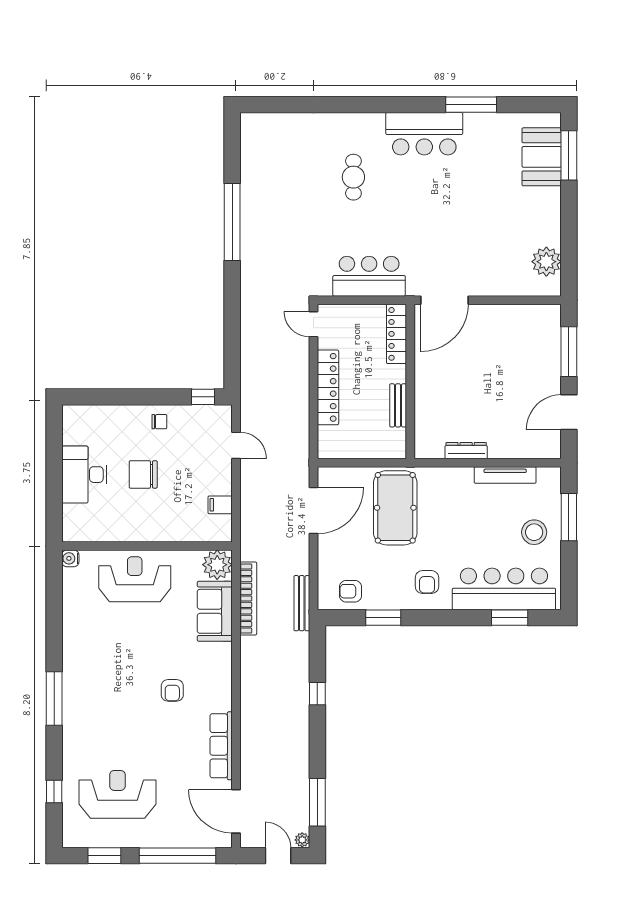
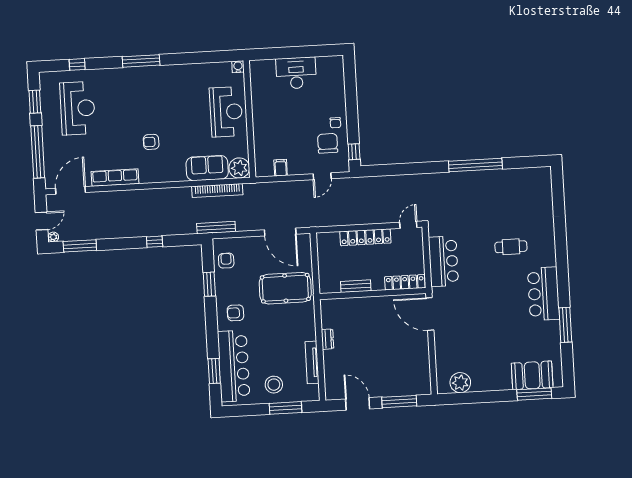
dresser: (466, 451) -> (328, 339), width x0.70
chair: (143, 474) -> (328, 143), moved

